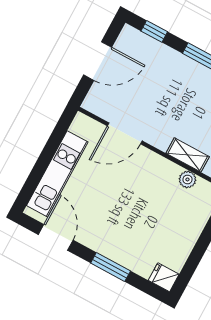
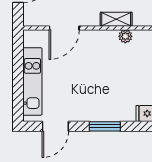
door: (56, 237) -> (55, 126), swing flipped

